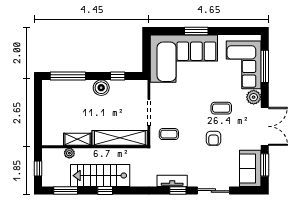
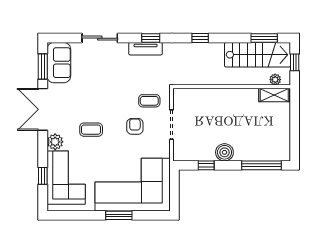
window: (265, 66) -> (43, 176), width x0.46
shelving: (120, 138) -> (204, 96), removed
armchair: (213, 138) -> (135, 126), moved
shelving: (77, 139) -> (274, 95), moved
plant: (69, 153) -> (275, 80), moved
stairs: (100, 176) -> (257, 55), moved
window: (105, 191) -> (200, 38), moved
window: (178, 191) -> (151, 38), moved

